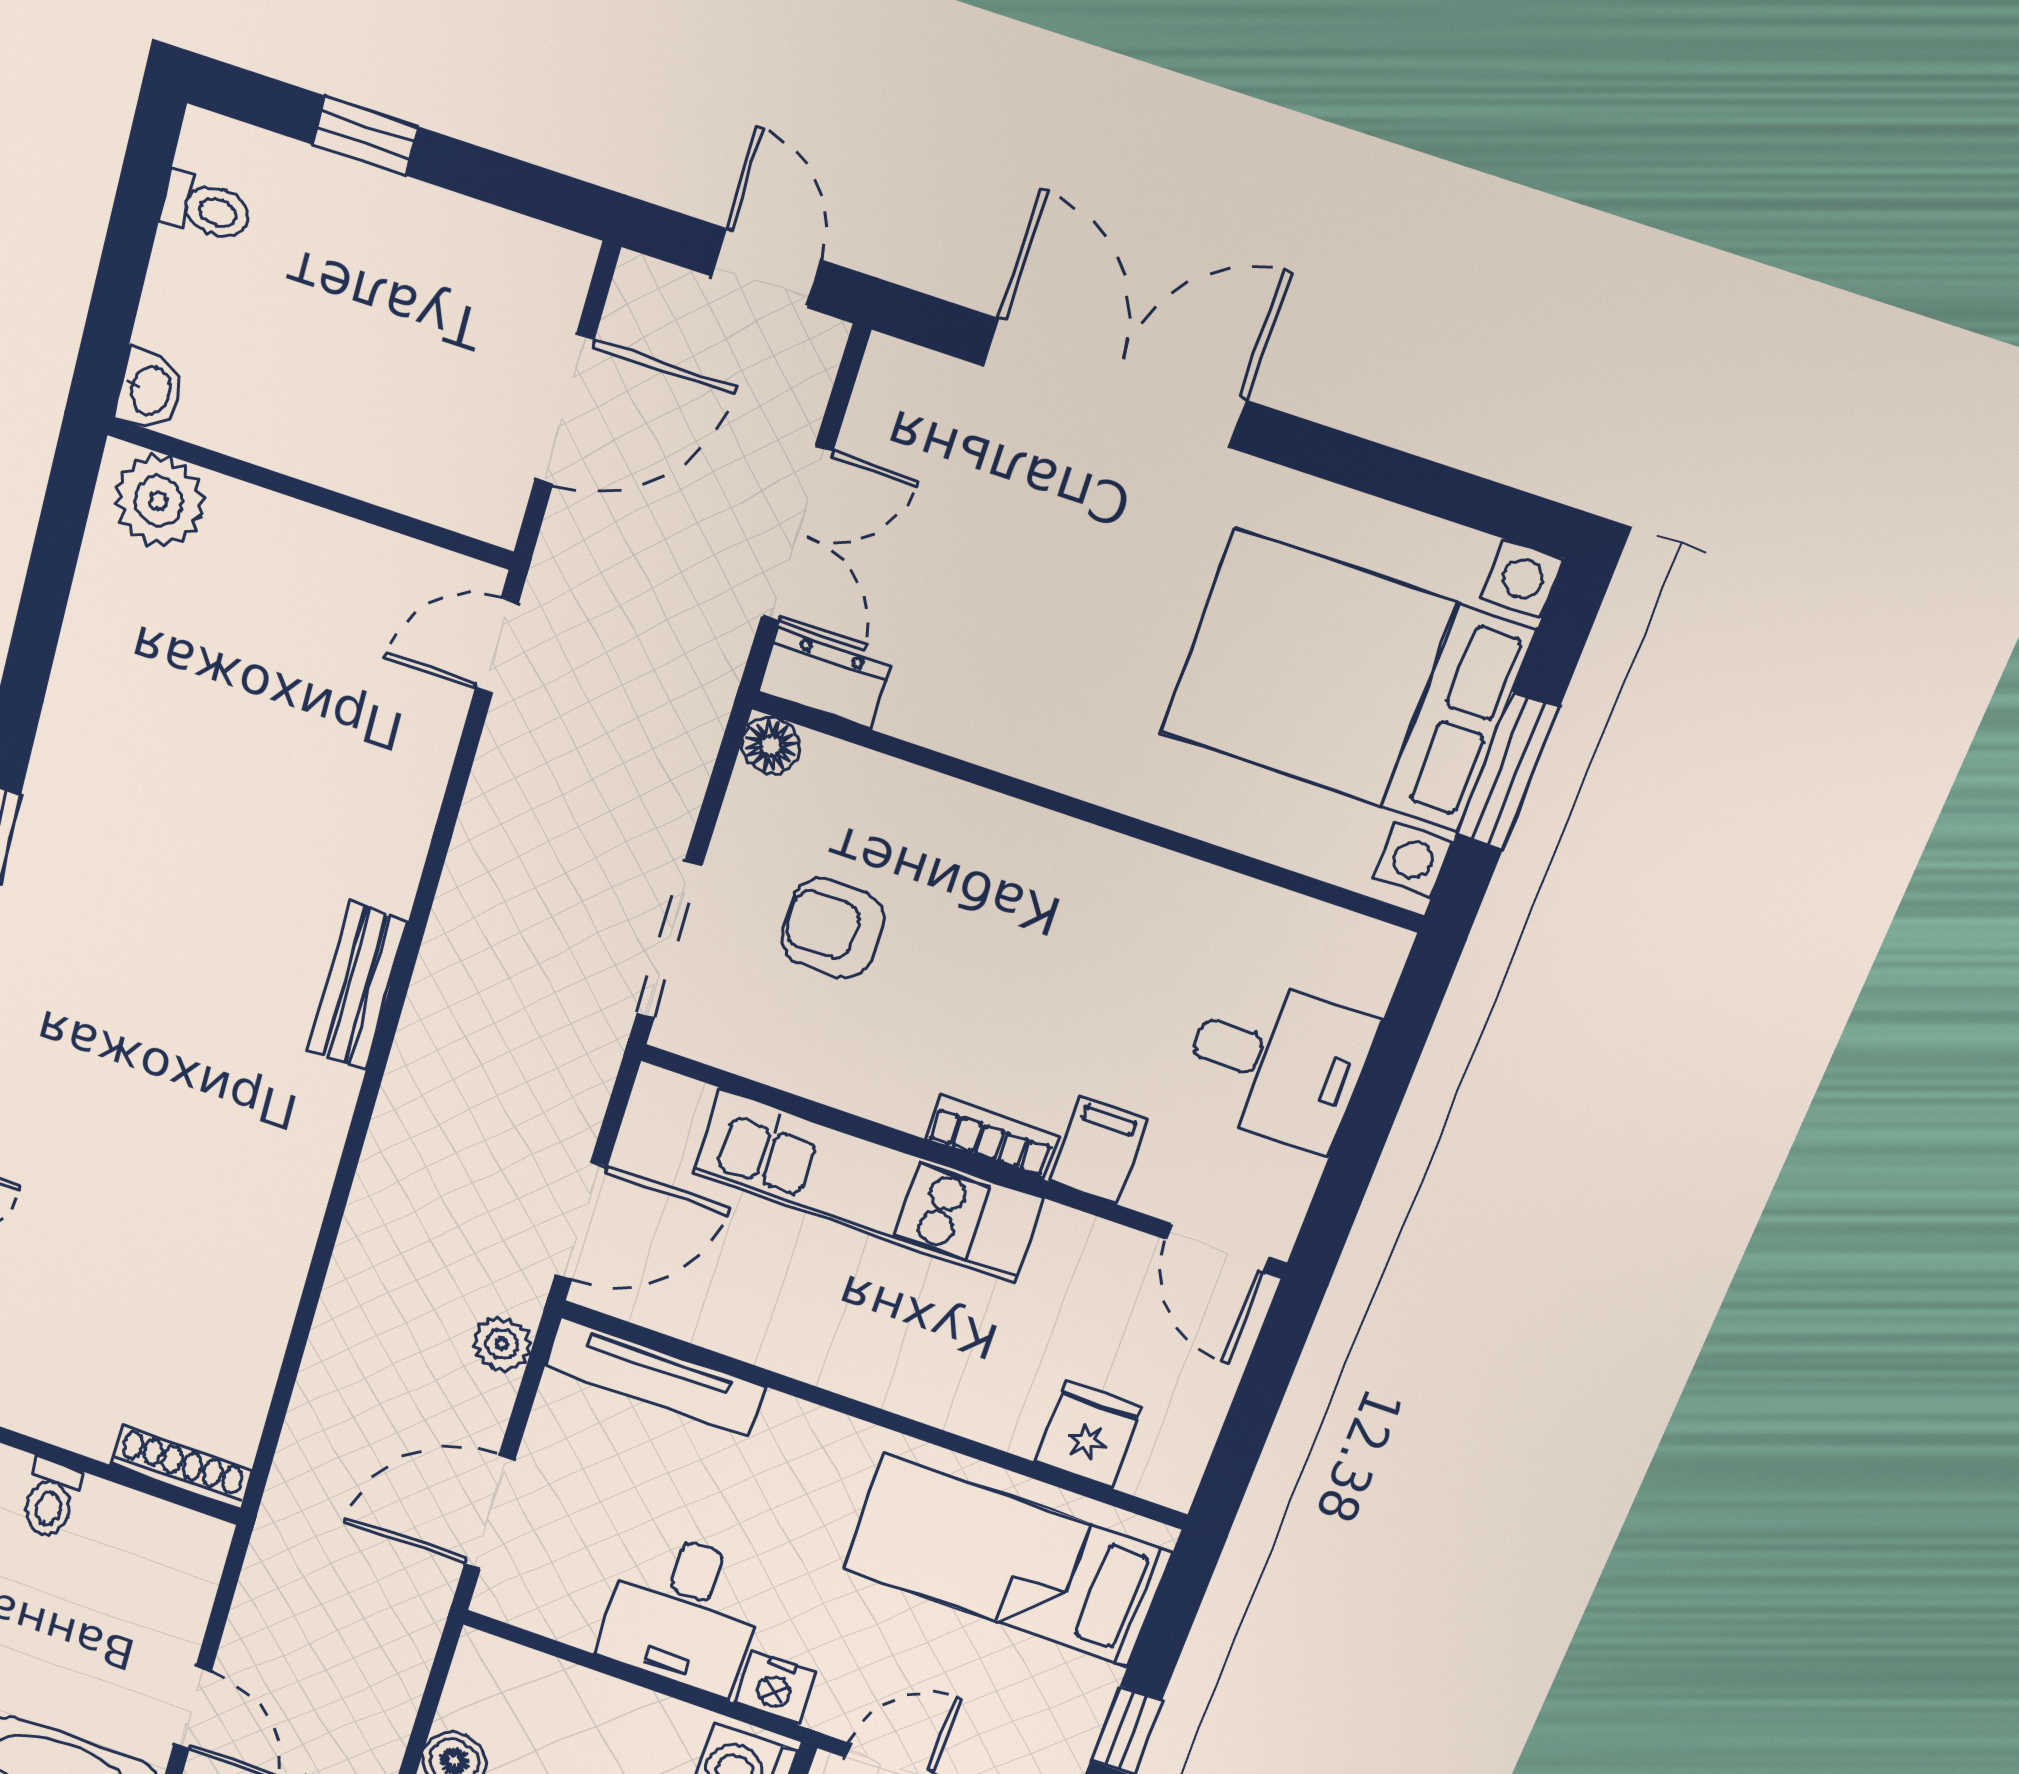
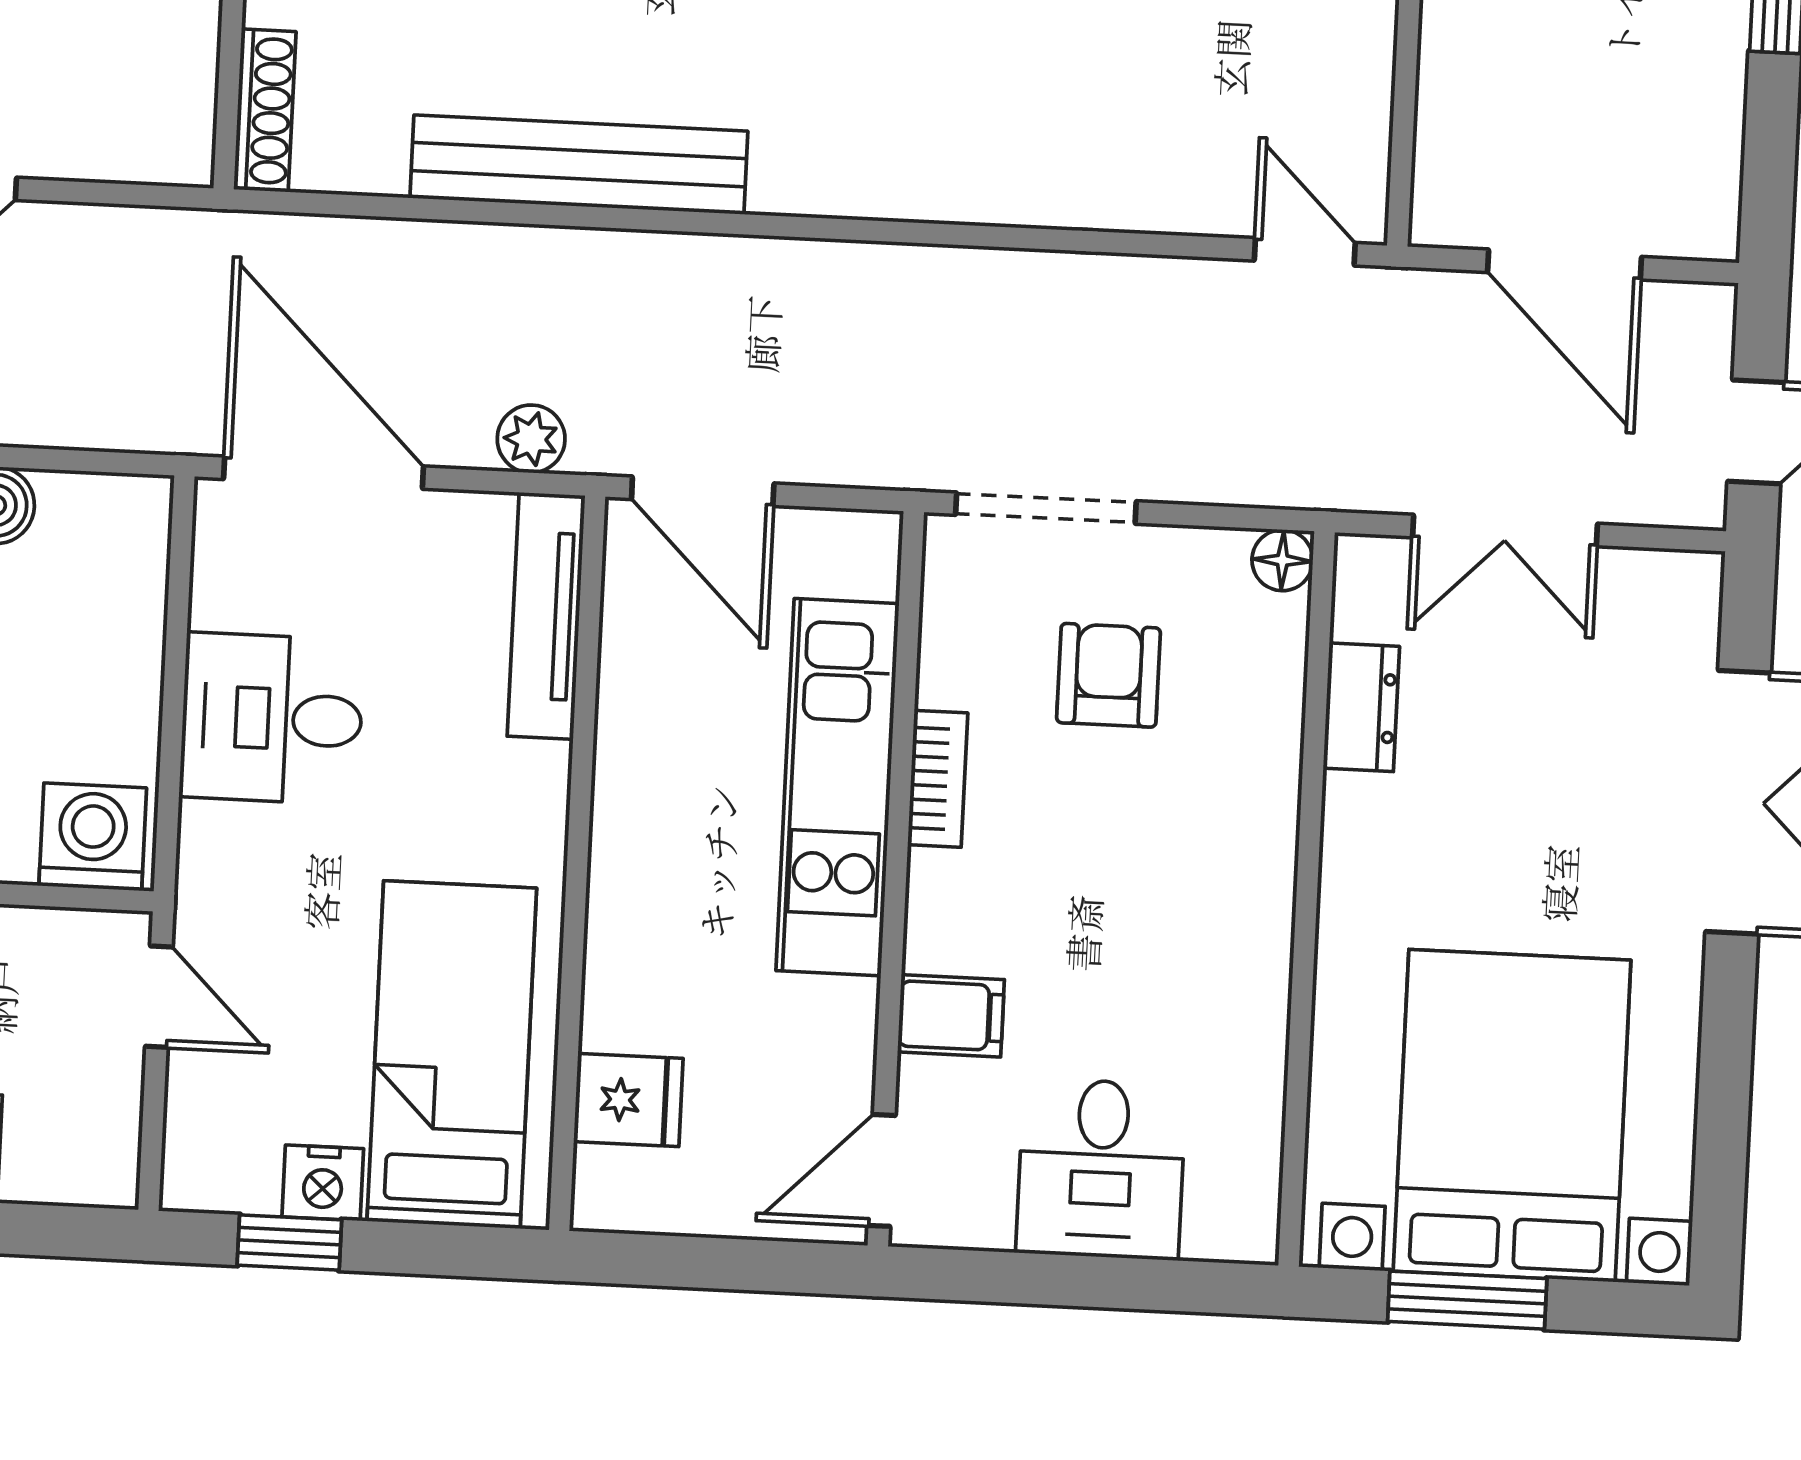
dresser: (824, 679) -> (1361, 707), moved
bench: (358, 986) -> (579, 165), moved, width x1.86, depth x1.21
bookcase: (992, 1137) -> (938, 779), moved
door: (489, 1512) -> (323, 473), width x1.36
nightstand: (775, 1688) -> (323, 1183), moved, turned -90

